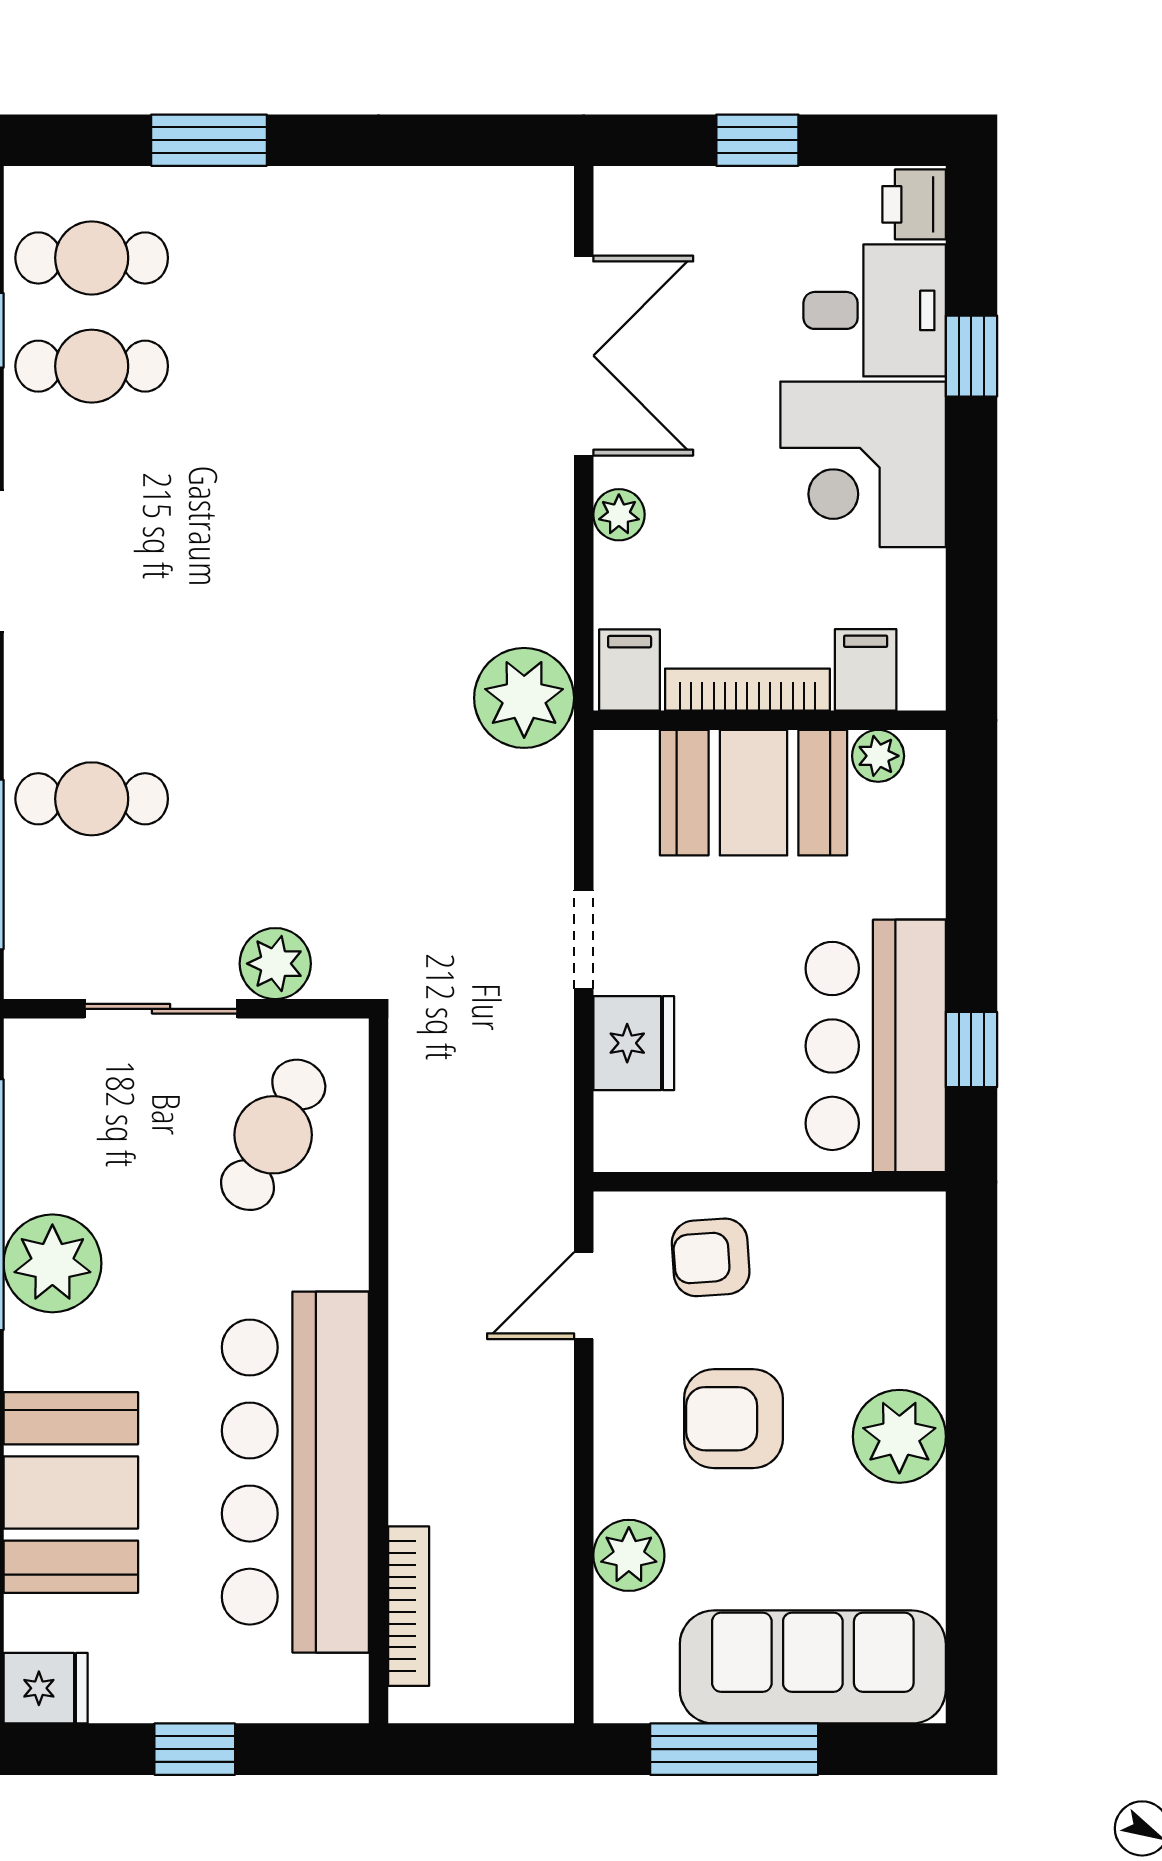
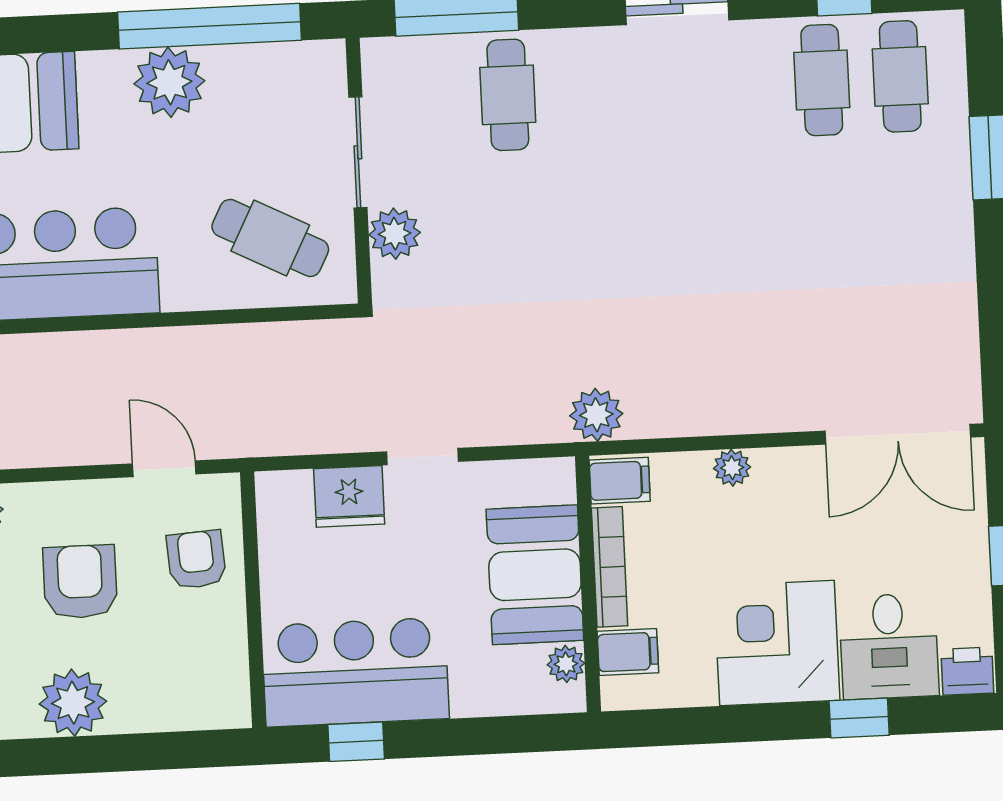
double door: (584, 356) -> (898, 434), moved
plant: (524, 698) -> (596, 415), width x0.73, depth x0.73

